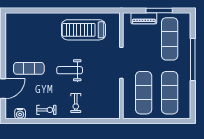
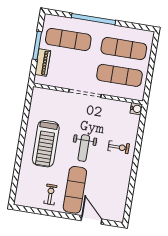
treadmill: (83, 30) -> (46, 144), moved
exercise mat: (29, 68) -> (75, 190), width x1.36, depth x1.45
exercise bike: (46, 110) -> (50, 194), moved
water cooler: (20, 114) -> (136, 109), moved

